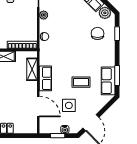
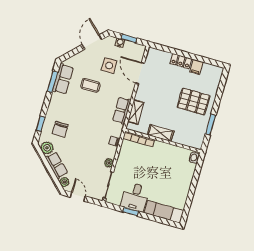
row of seats: (45, 78) -> (122, 110), moved

